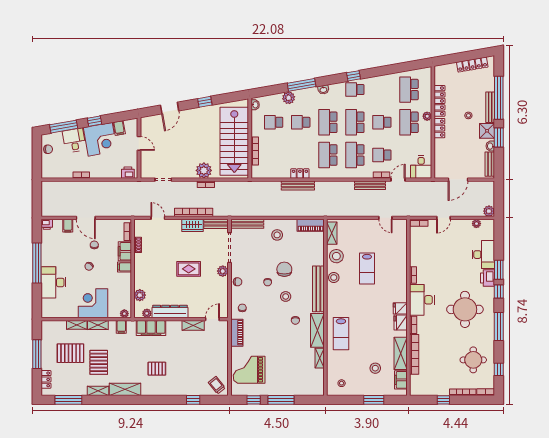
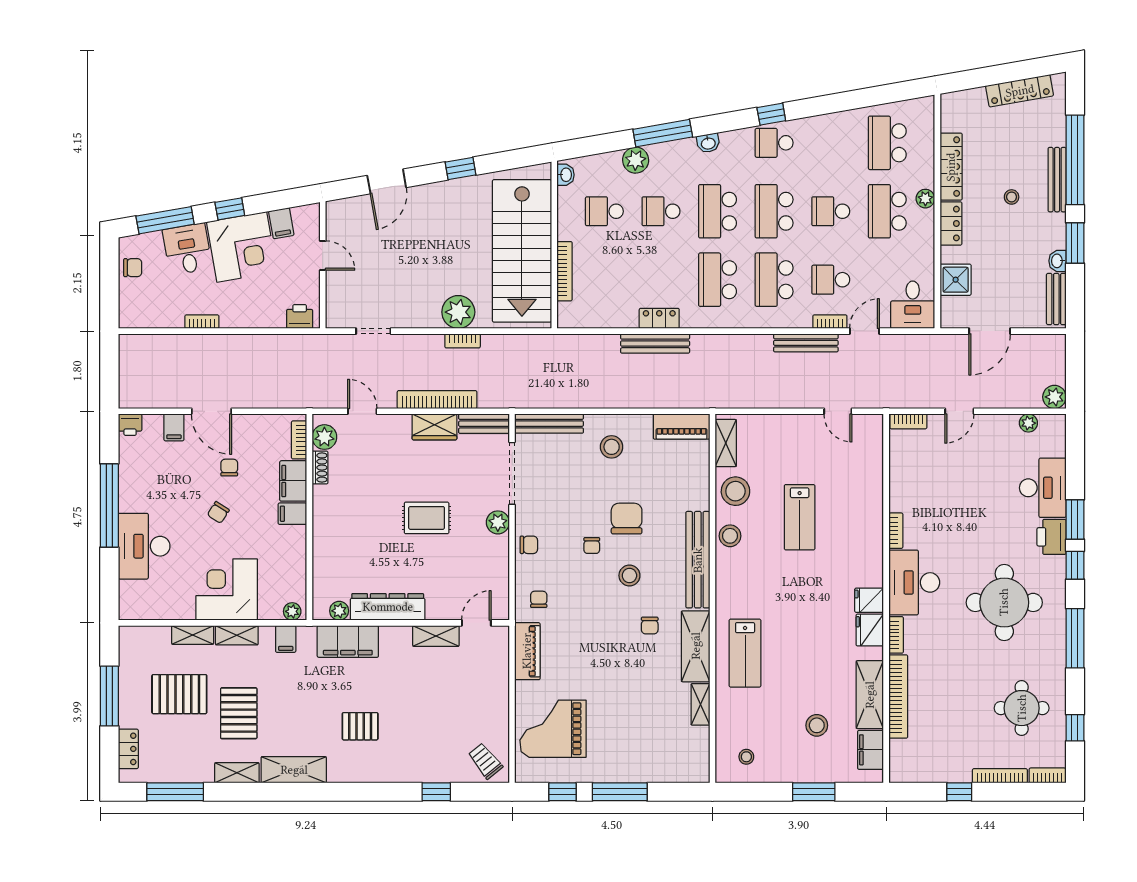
shower: (487, 131) -> (956, 280), moved
plant: (140, 295) -> (324, 437), moved

